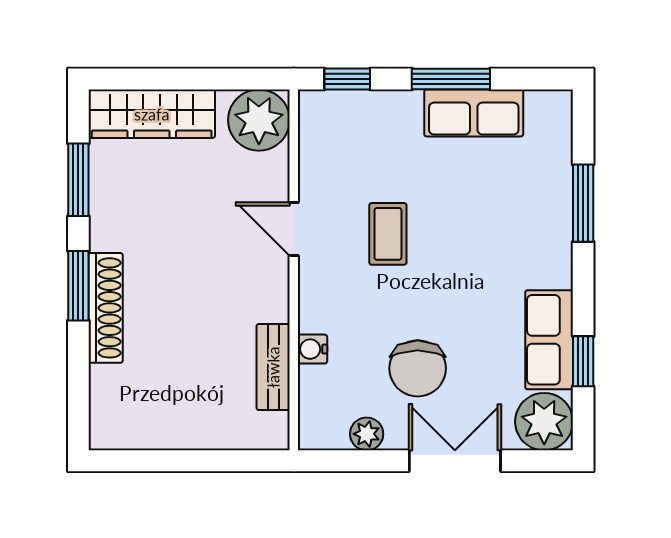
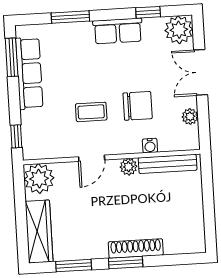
window: (451, 79) -> (12, 57), moved
row of seats: (474, 113) -> (29, 73), width x1.48
plant: (272, 303) -> (129, 167), added
row of seats: (549, 340) -> (118, 31), moved
bench: (273, 367) -> (168, 164), width x1.36
chair: (418, 368) -> (138, 106), moved

